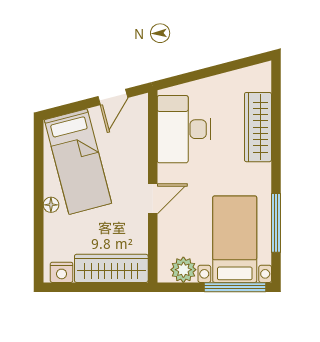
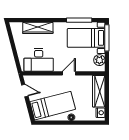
door: (153, 199) -> (69, 73), hinge flipped

